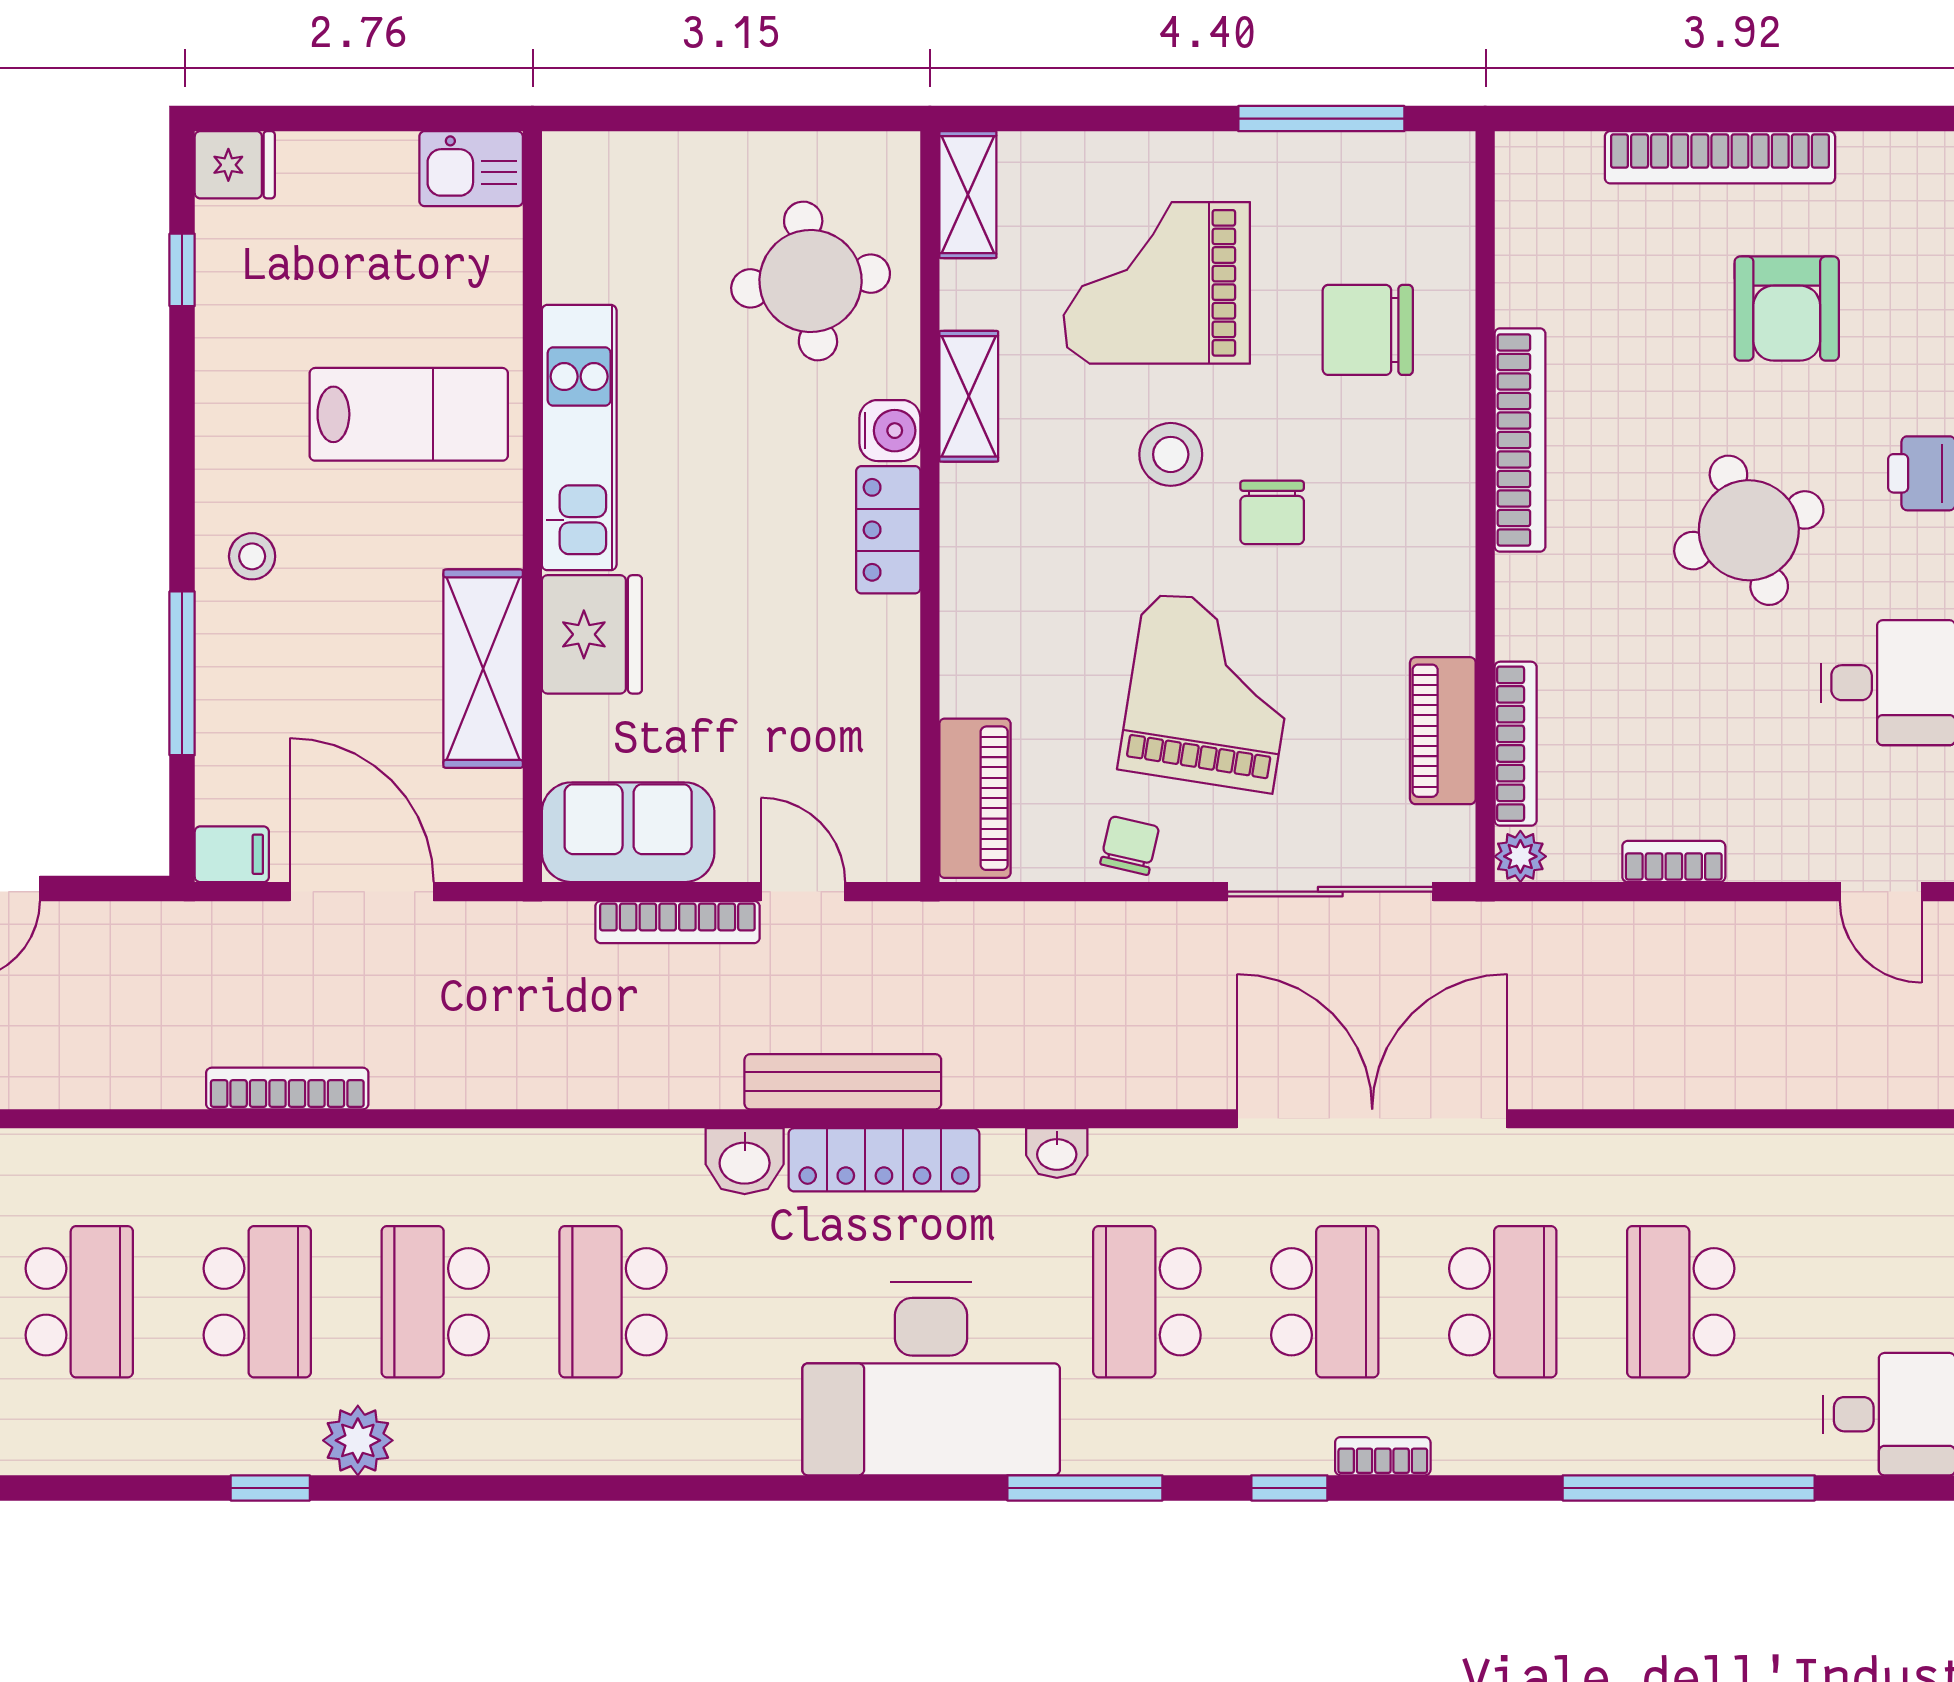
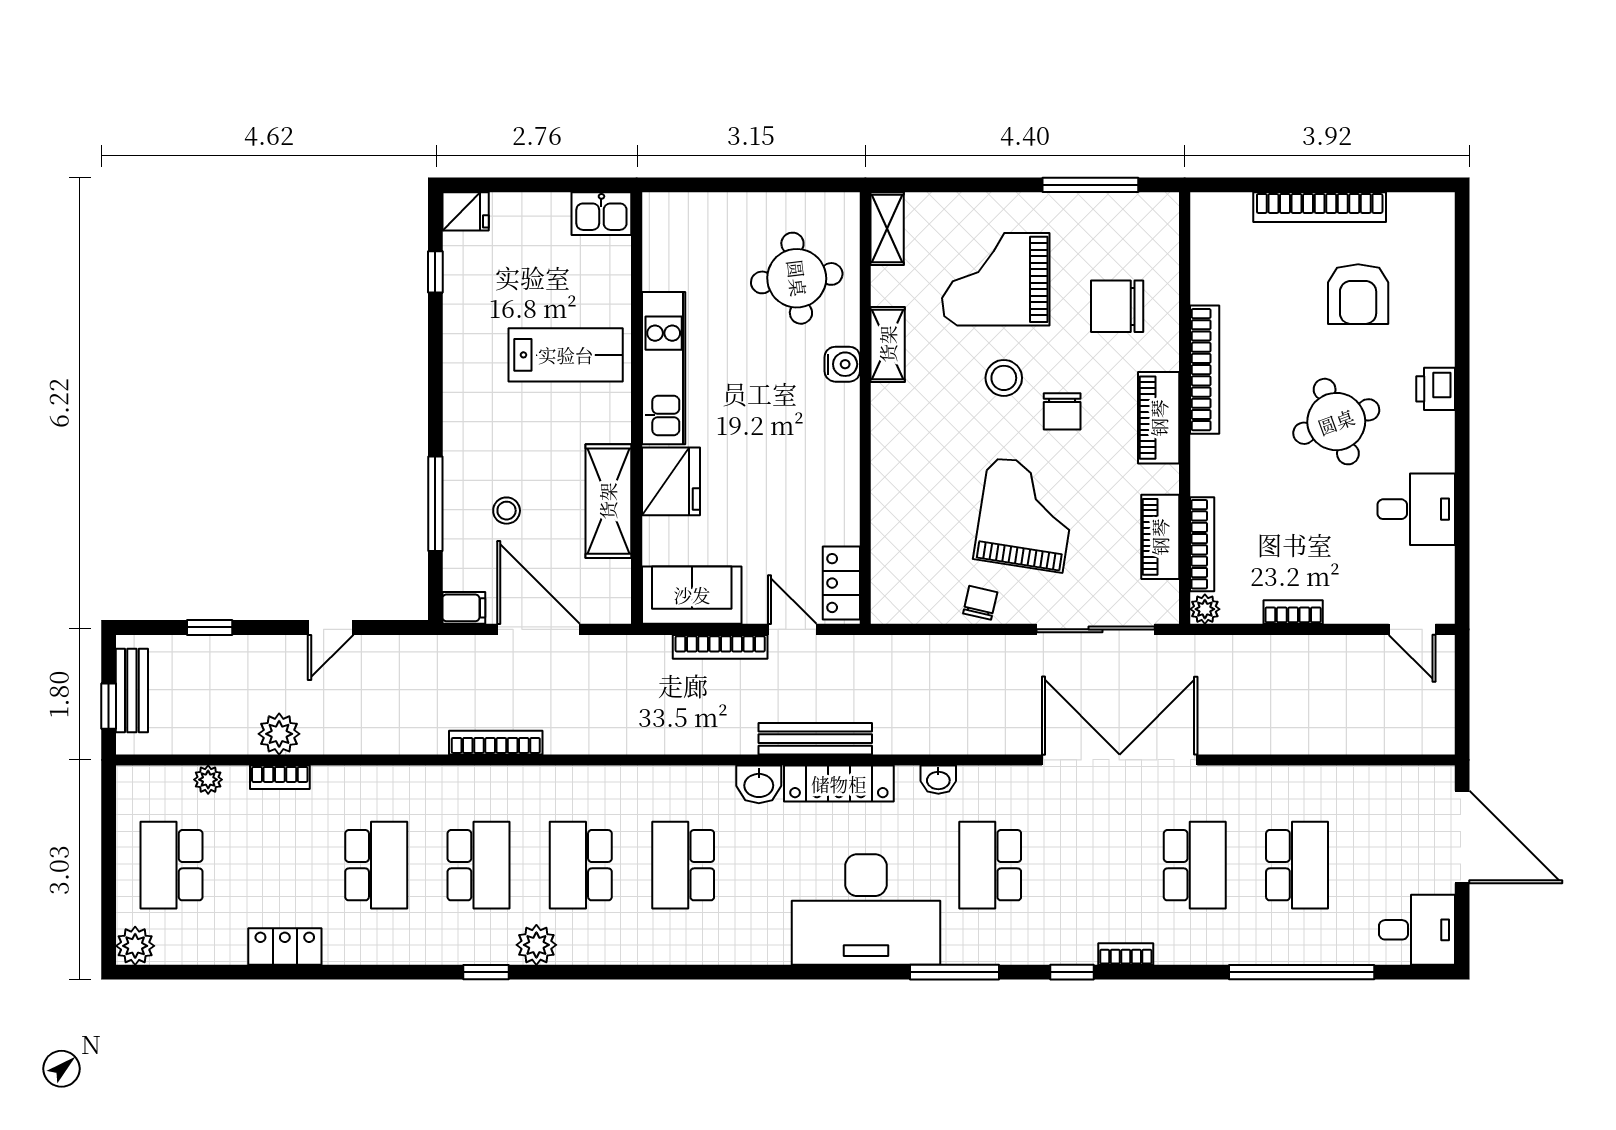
locker: (888, 530) -> (841, 583), moved
stool: (252, 556) -> (507, 511), moved
piano: (975, 798) -> (1159, 418), moved, turned 180
school desk: (1325, 1302) -> (1092, 865), removed
school desk: (1681, 1302) -> (1297, 865), turned 180

